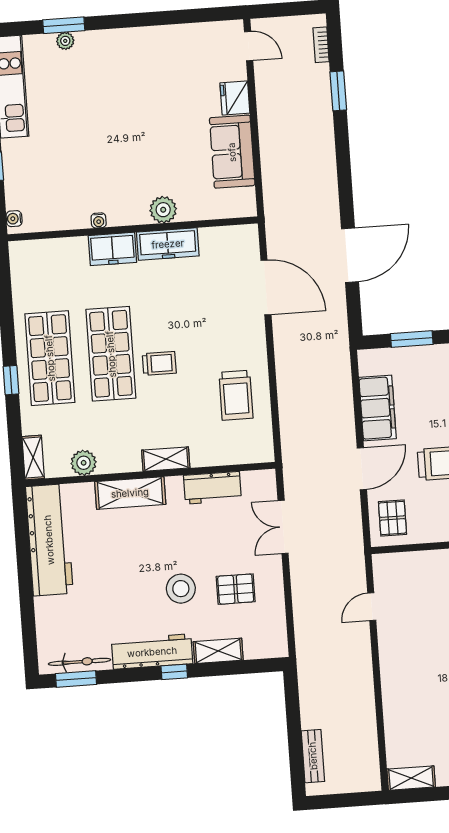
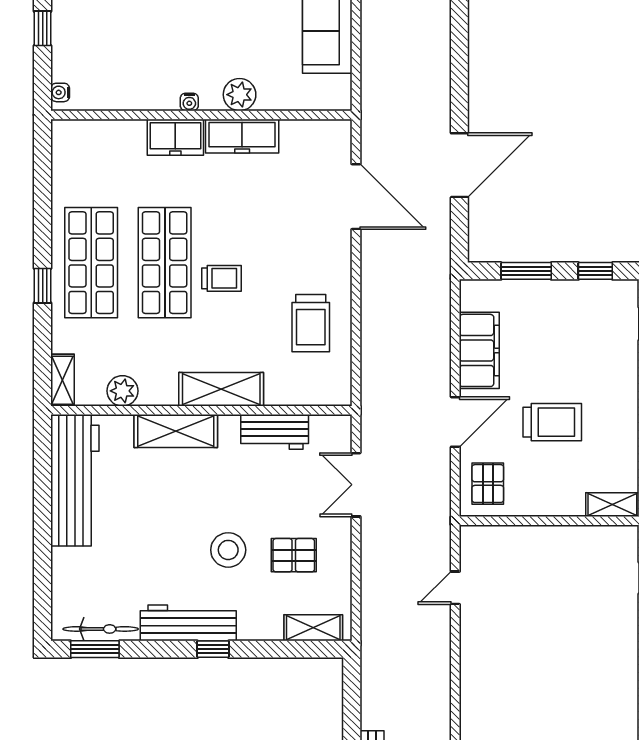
water cooler: (99, 220) -> (189, 102), moved
shelving: (166, 459) -> (221, 389), width x1.50, depth x1.33
shelving: (218, 651) -> (313, 628), moved

